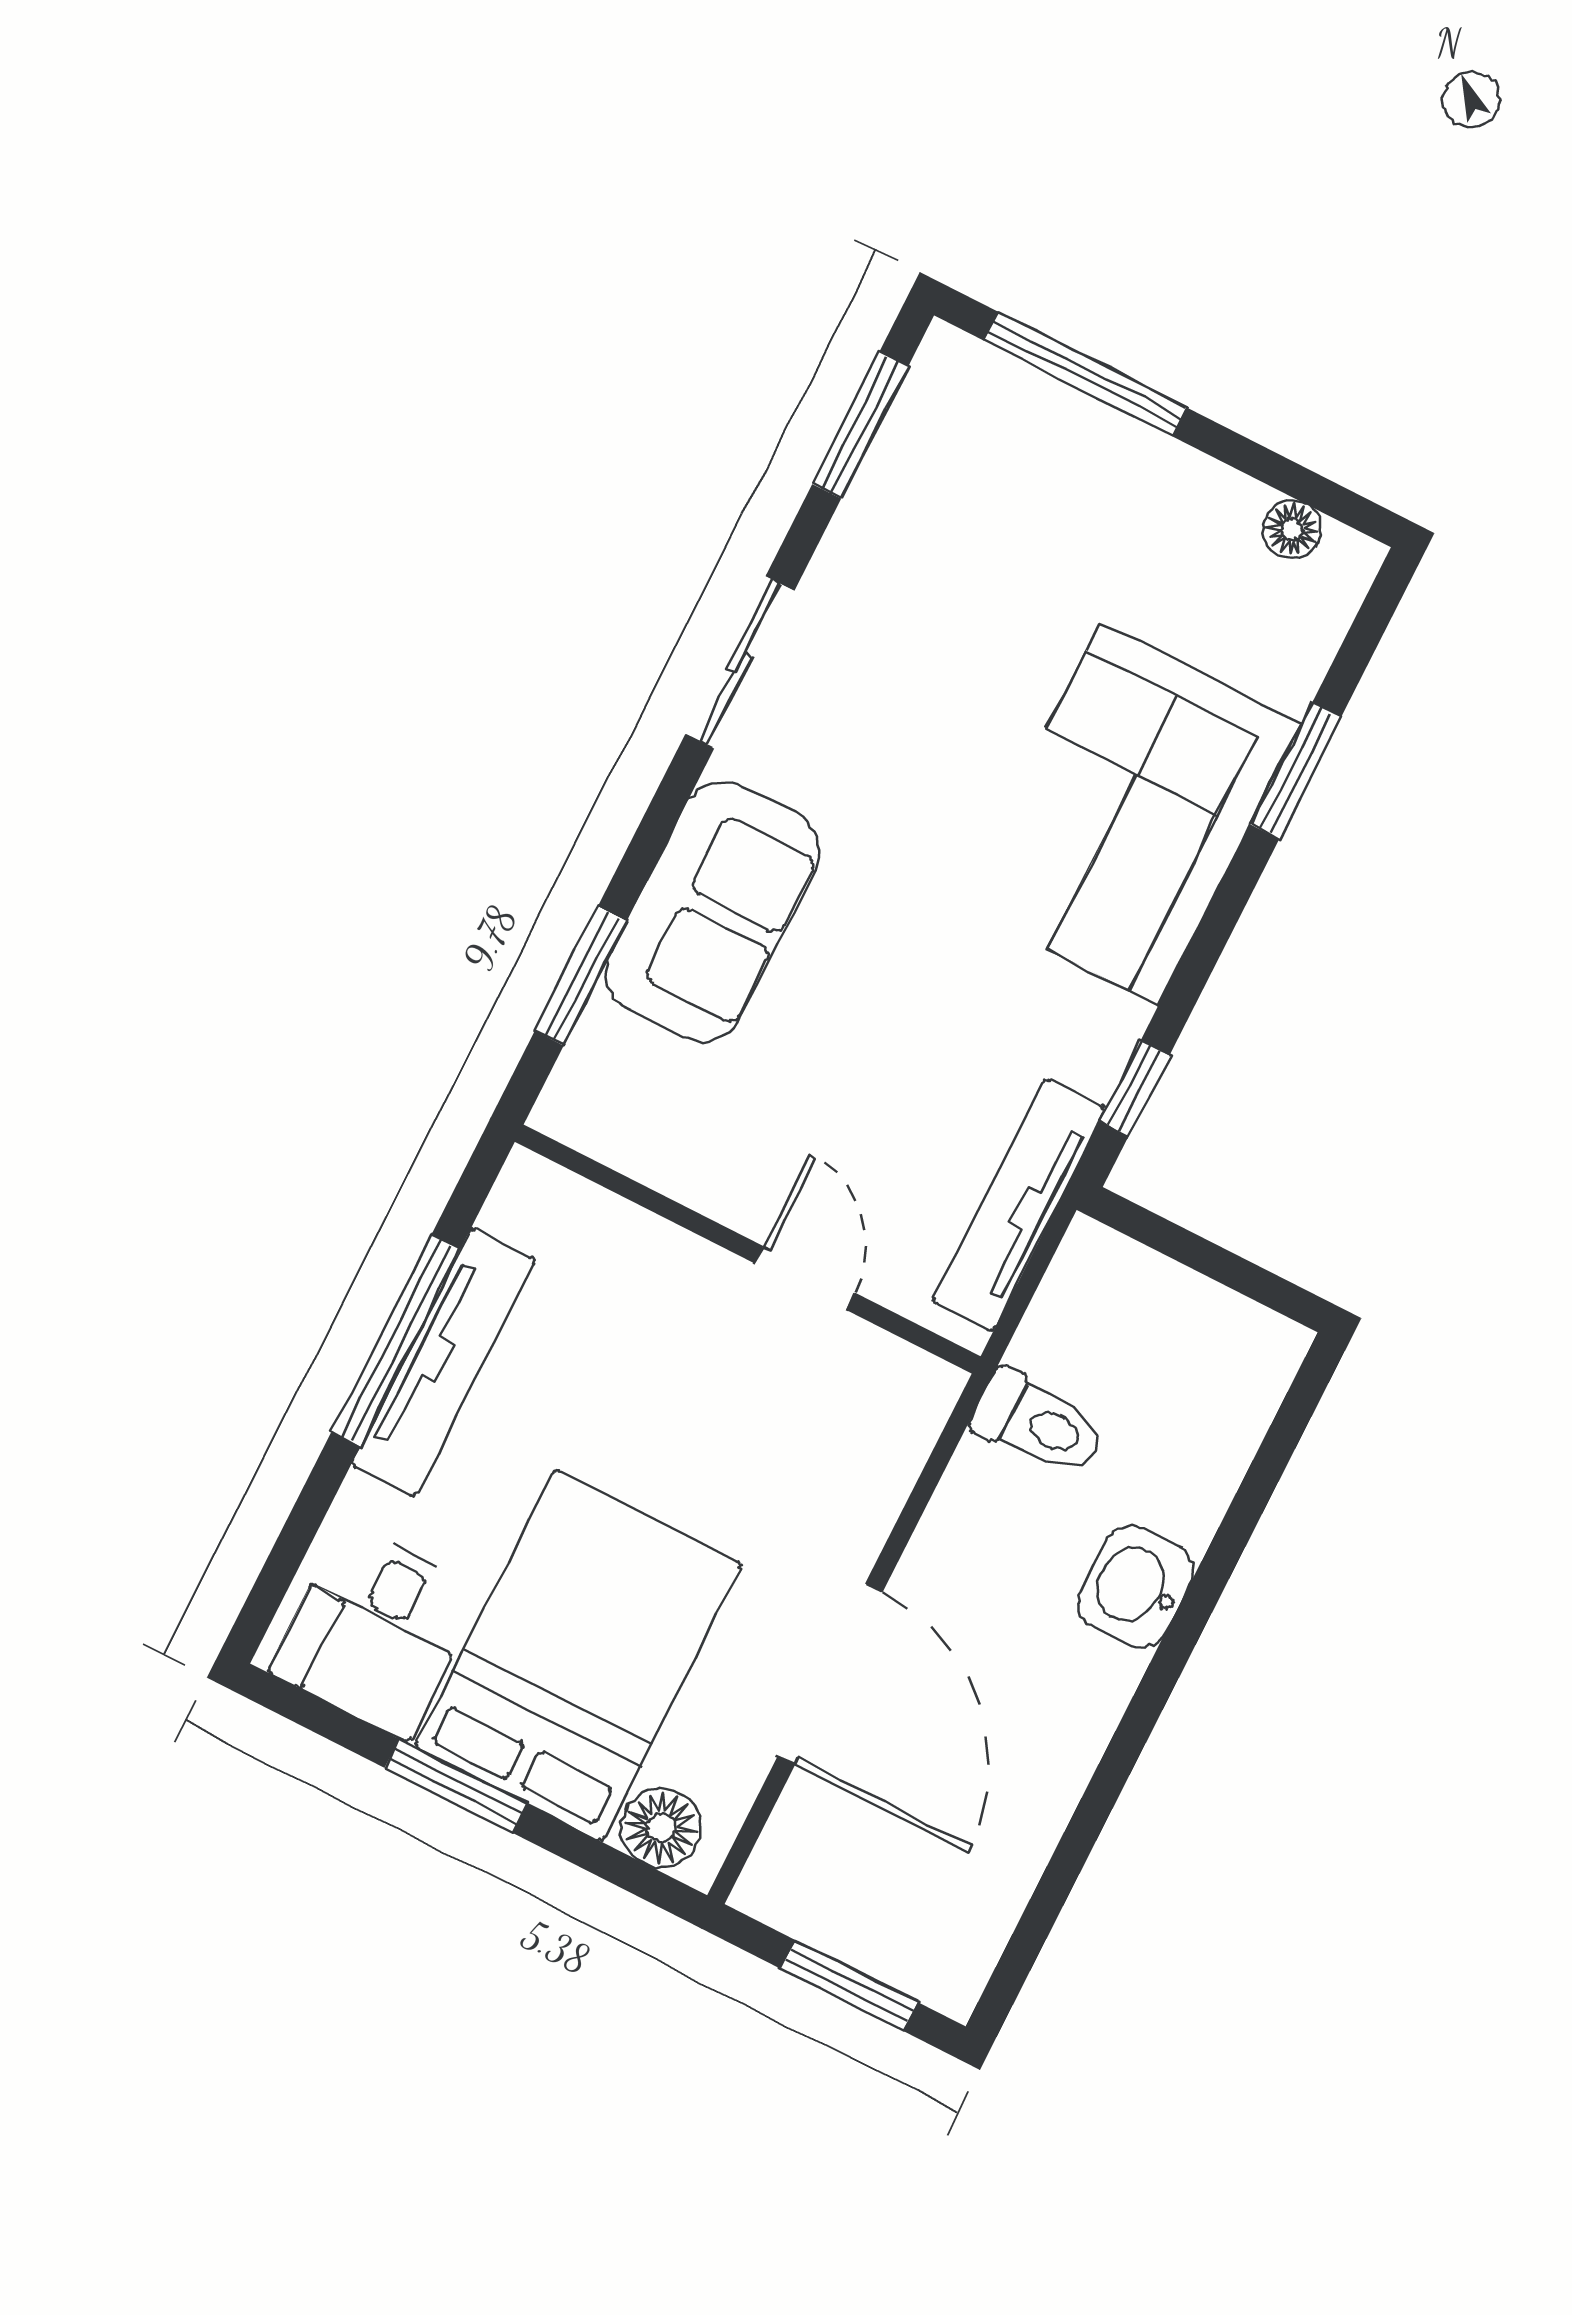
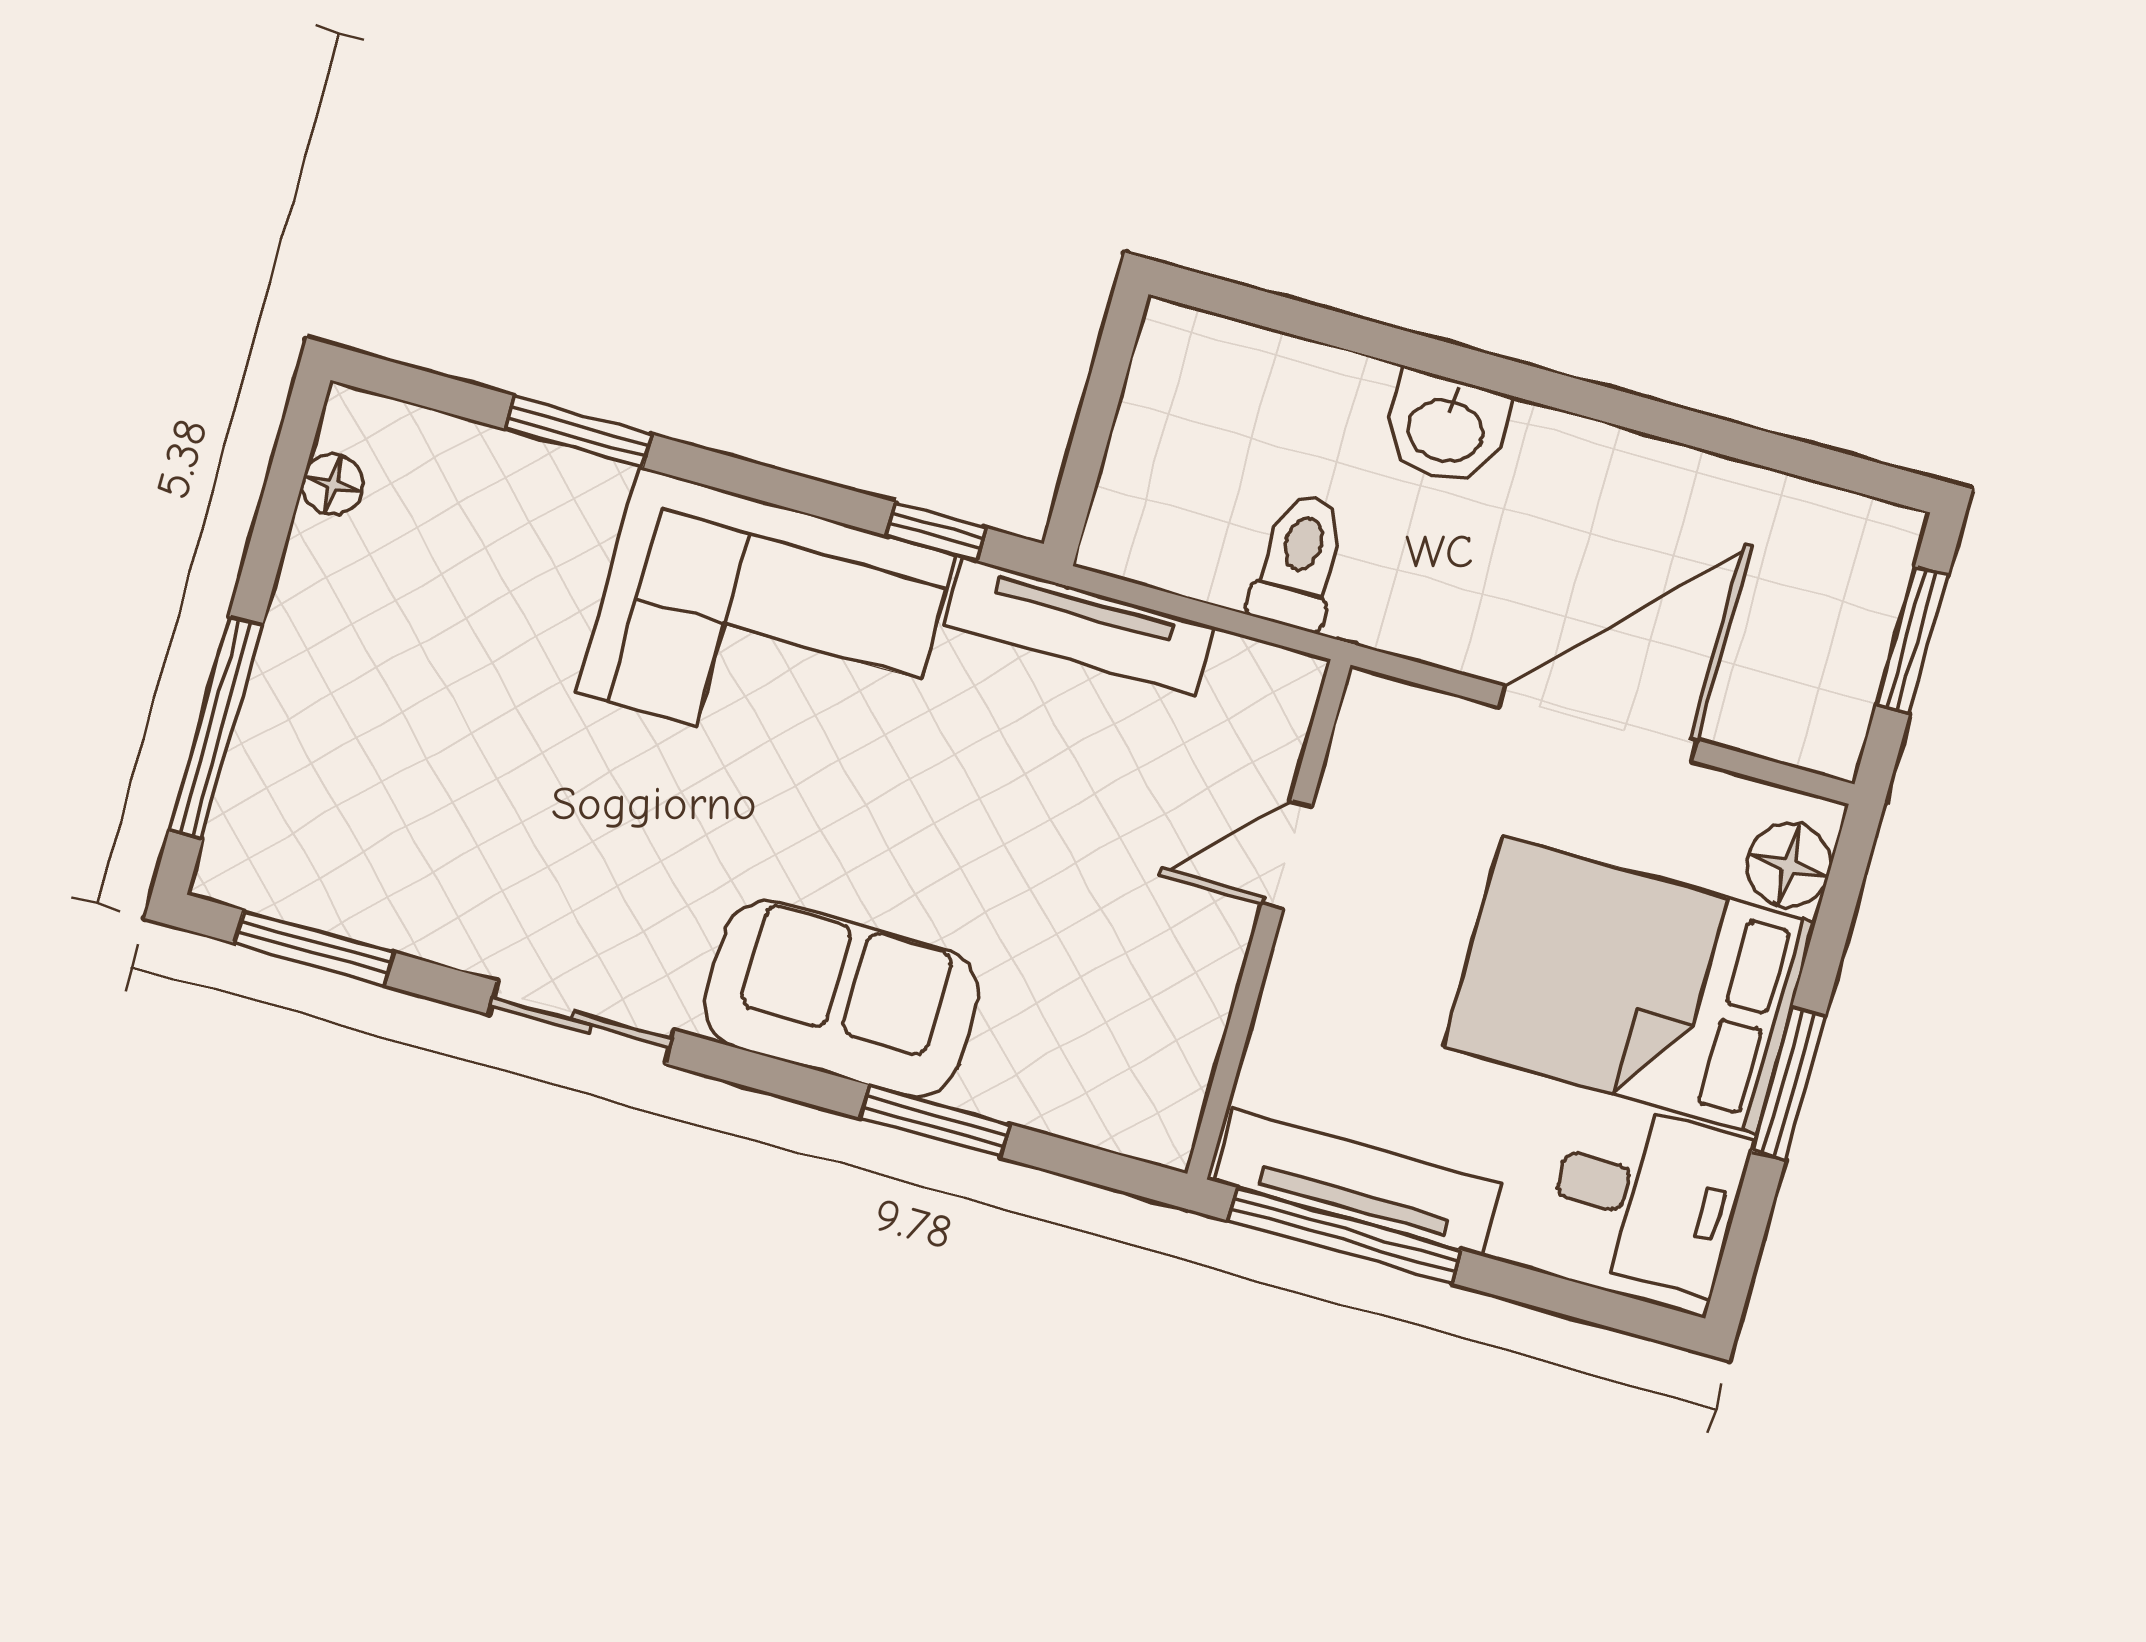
corner sofa: (1130, 814) -> (766, 623), moved
wall: (748, 1249) -> (1269, 919), moved
door: (805, 1278) -> (1287, 855), moved

